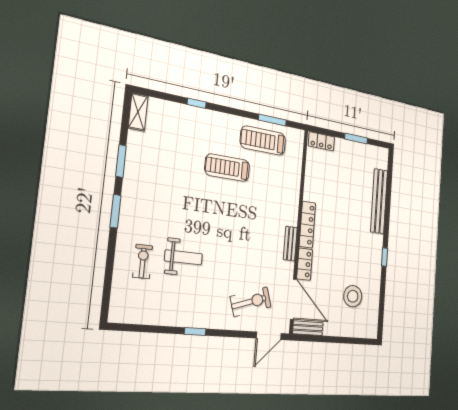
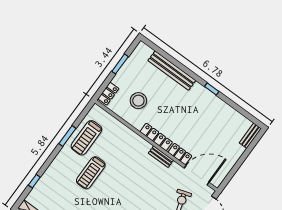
window: (197, 103) -> (34, 181), moved
window: (272, 120) -> (67, 136), moved
stool: (353, 296) -> (138, 101), moved
bench: (308, 328) -> (250, 136), moved

